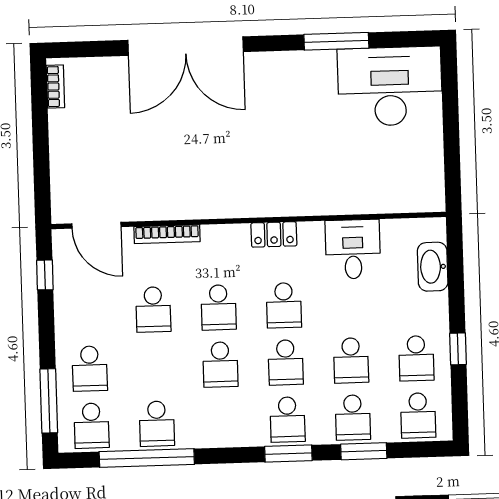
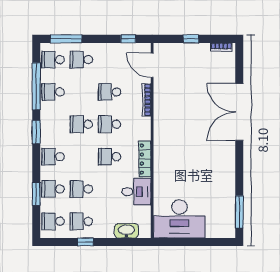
window: (336, 41) -> (239, 212), moved
desk: (390, 86) -> (179, 219), moved, turned 90
window: (41, 149) -> (191, 39), added
door: (97, 225) -> (152, 65), hinge flipped
locker: (274, 234) -> (145, 159), width x1.53
school desk: (286, 362) -> (81, 157), removed
window: (288, 454) -> (36, 132), moved

